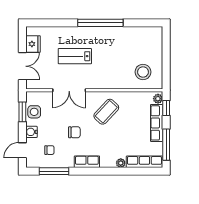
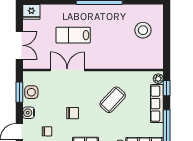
fridge: (33, 44) -> (31, 12), moved, turned 90
stool: (143, 72) -> (143, 30), moved
double door: (69, 90) -> (67, 70), swing flipped
coffee table: (106, 112) -> (113, 100), moved

